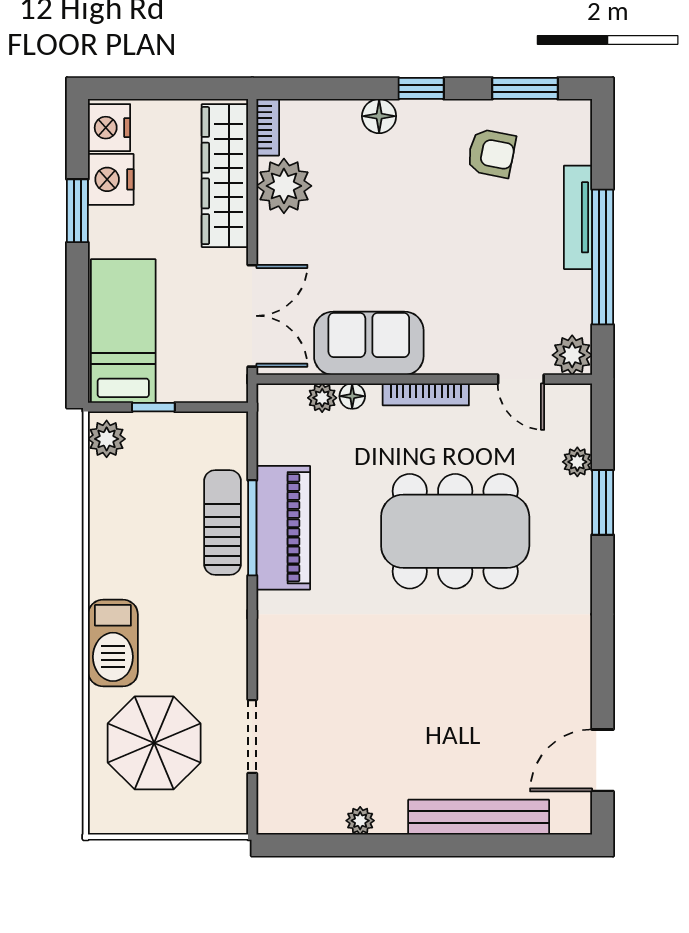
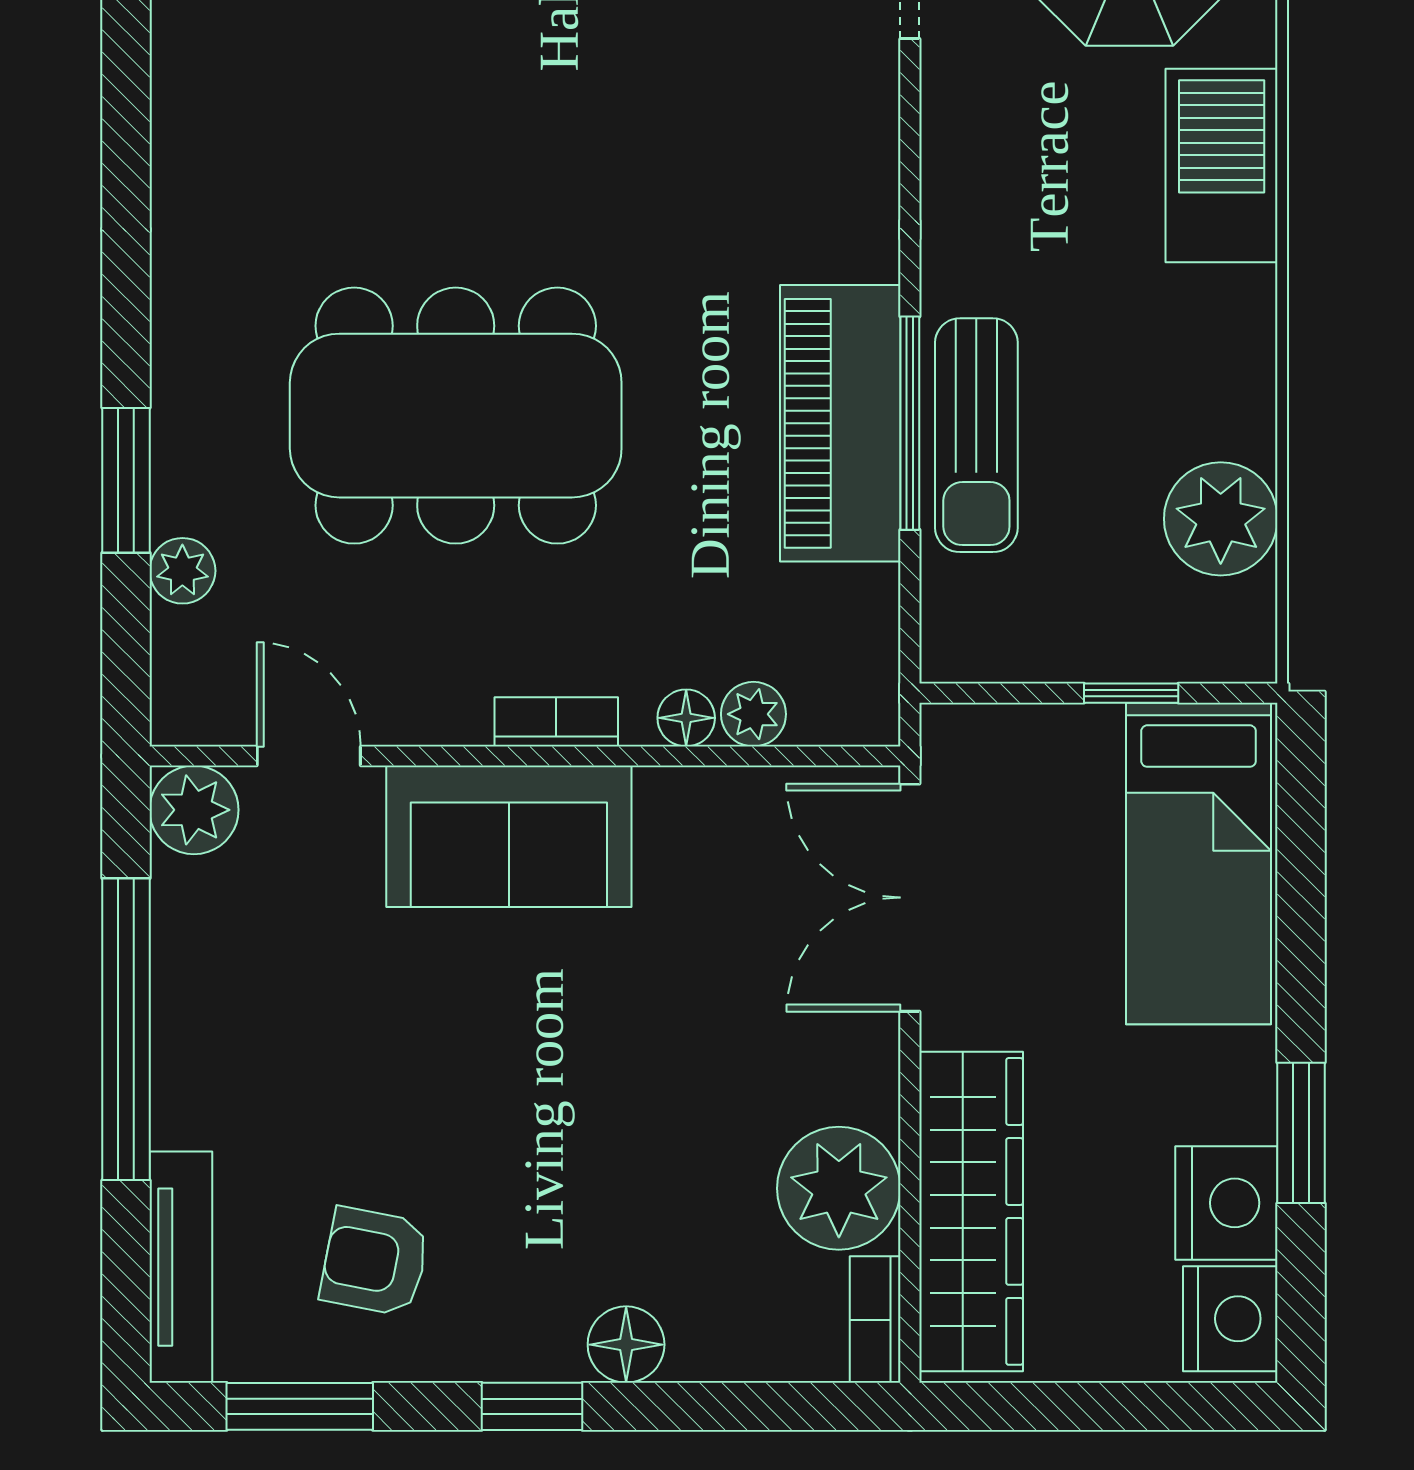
tv unit: (578, 217) -> (181, 1267), moved
sofa: (369, 343) -> (509, 836), moved
bookcase: (426, 394) -> (556, 722), width x0.64
plant: (107, 439) -> (1221, 519), moved, width x1.36, depth x1.36

